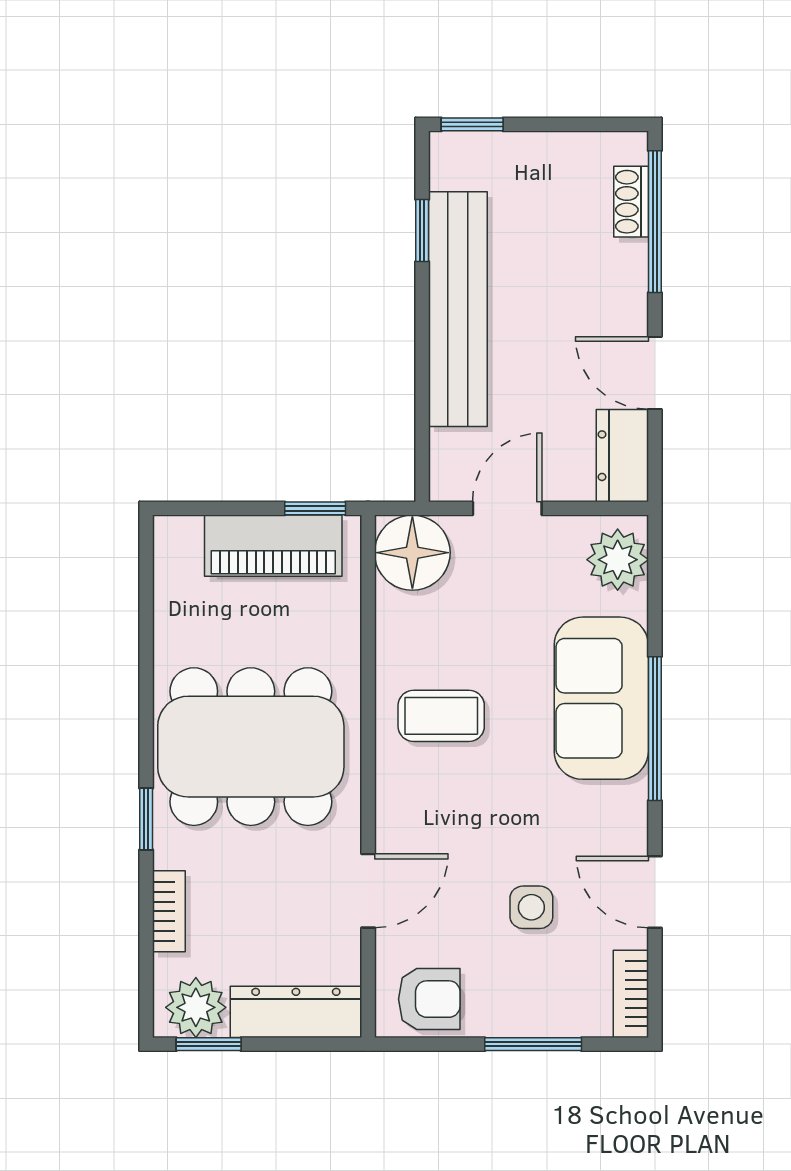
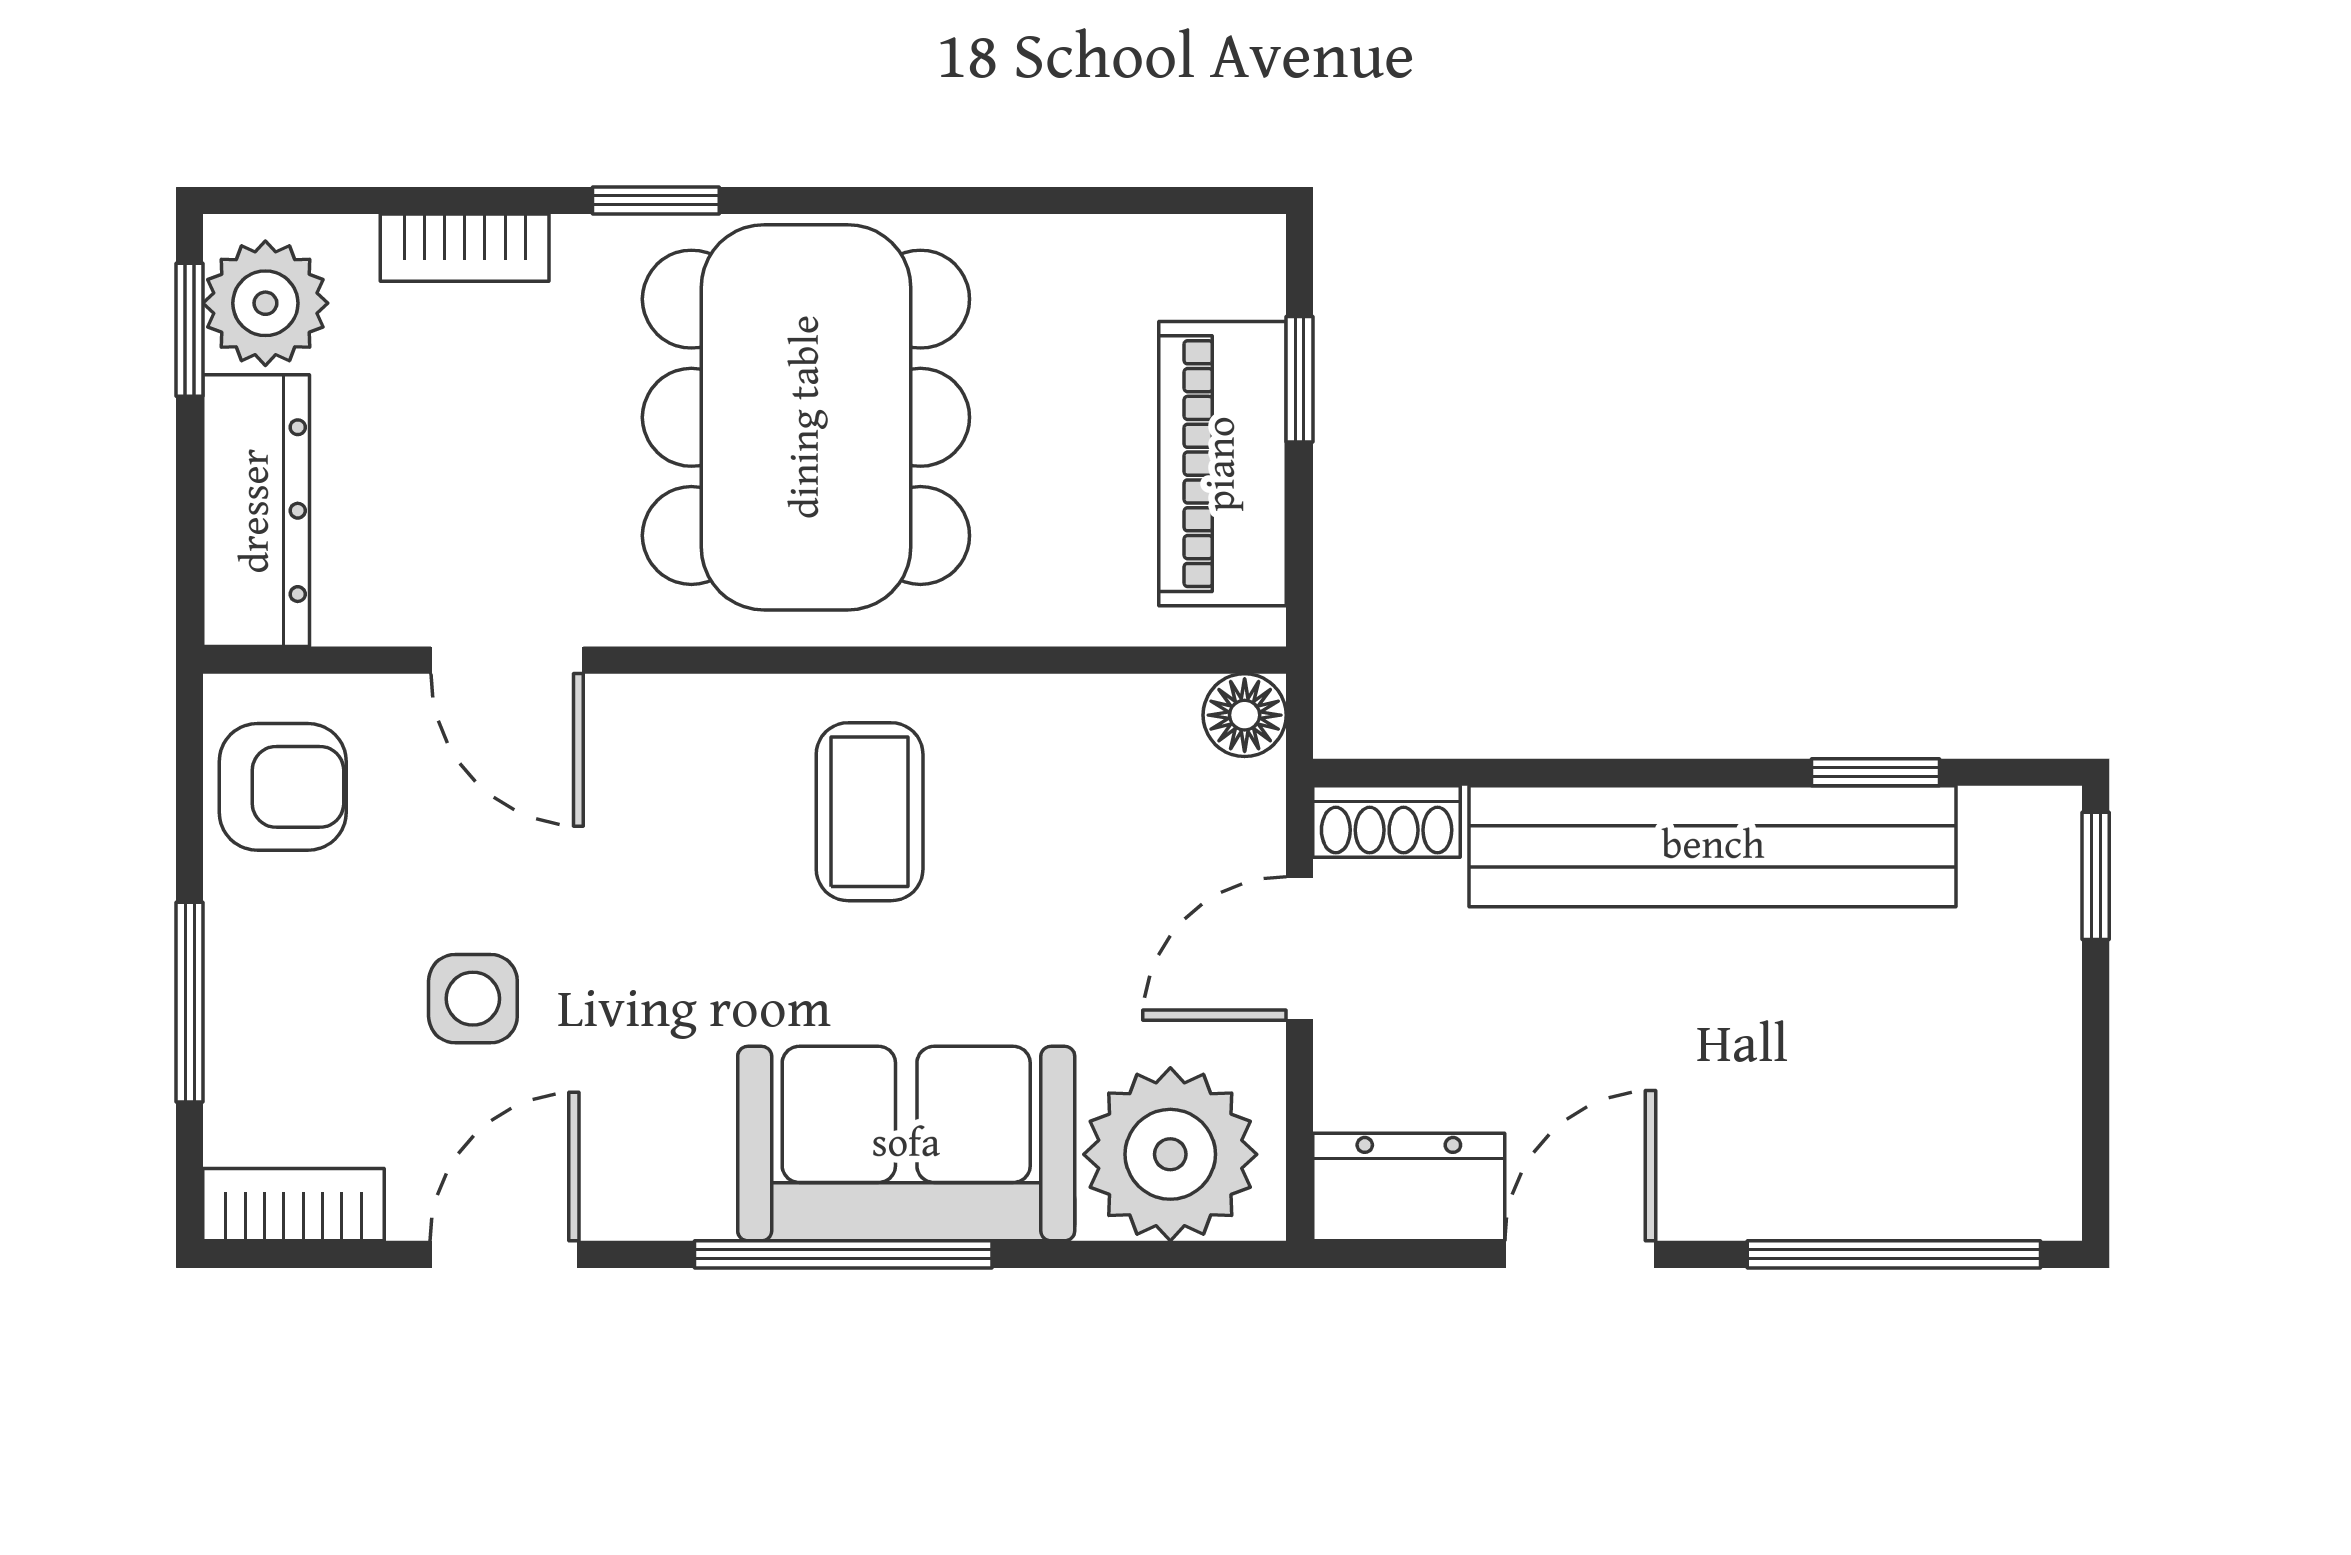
shoe rack: (631, 202) -> (1387, 821), moved, turned 180
window: (315, 508) -> (1300, 379), moved
door: (507, 508) -> (1300, 949), swing flipped
floor lamp: (412, 553) -> (1245, 715), width x0.53, depth x0.53
plant: (618, 560) -> (1170, 1154), width x1.36, depth x1.36
armchair: (429, 999) -> (283, 787), turned -90

